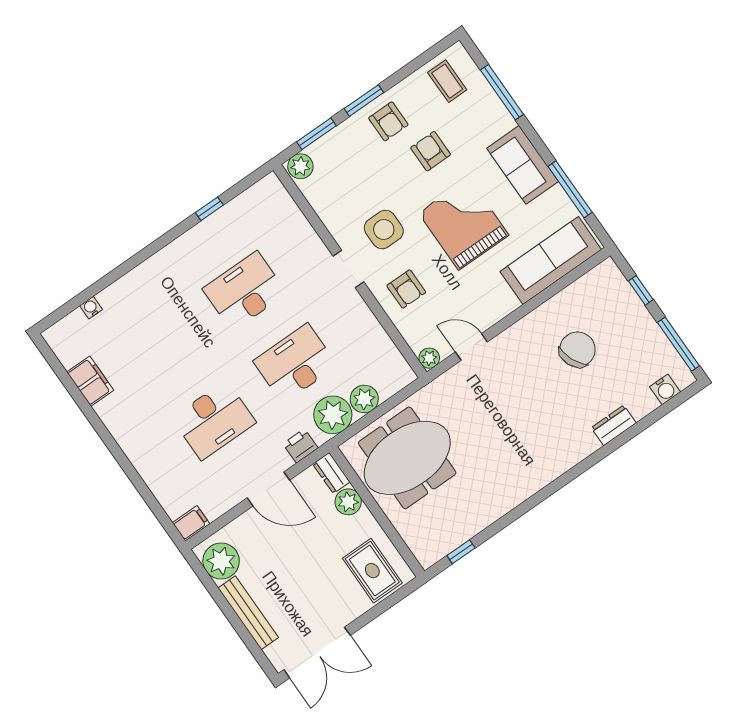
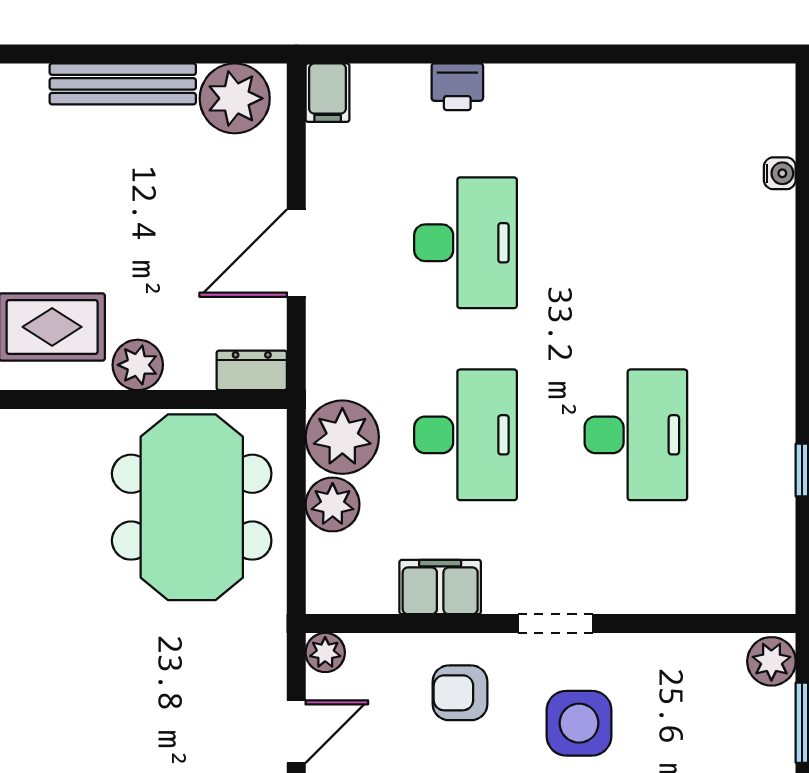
filing cabinet: (90, 381) -> (440, 587), moved, turned 180
desk: (214, 420) -> (465, 243), turned 180
printer: (300, 446) -> (457, 87), moved, turned 90
plant: (348, 502) -> (138, 365), moved

